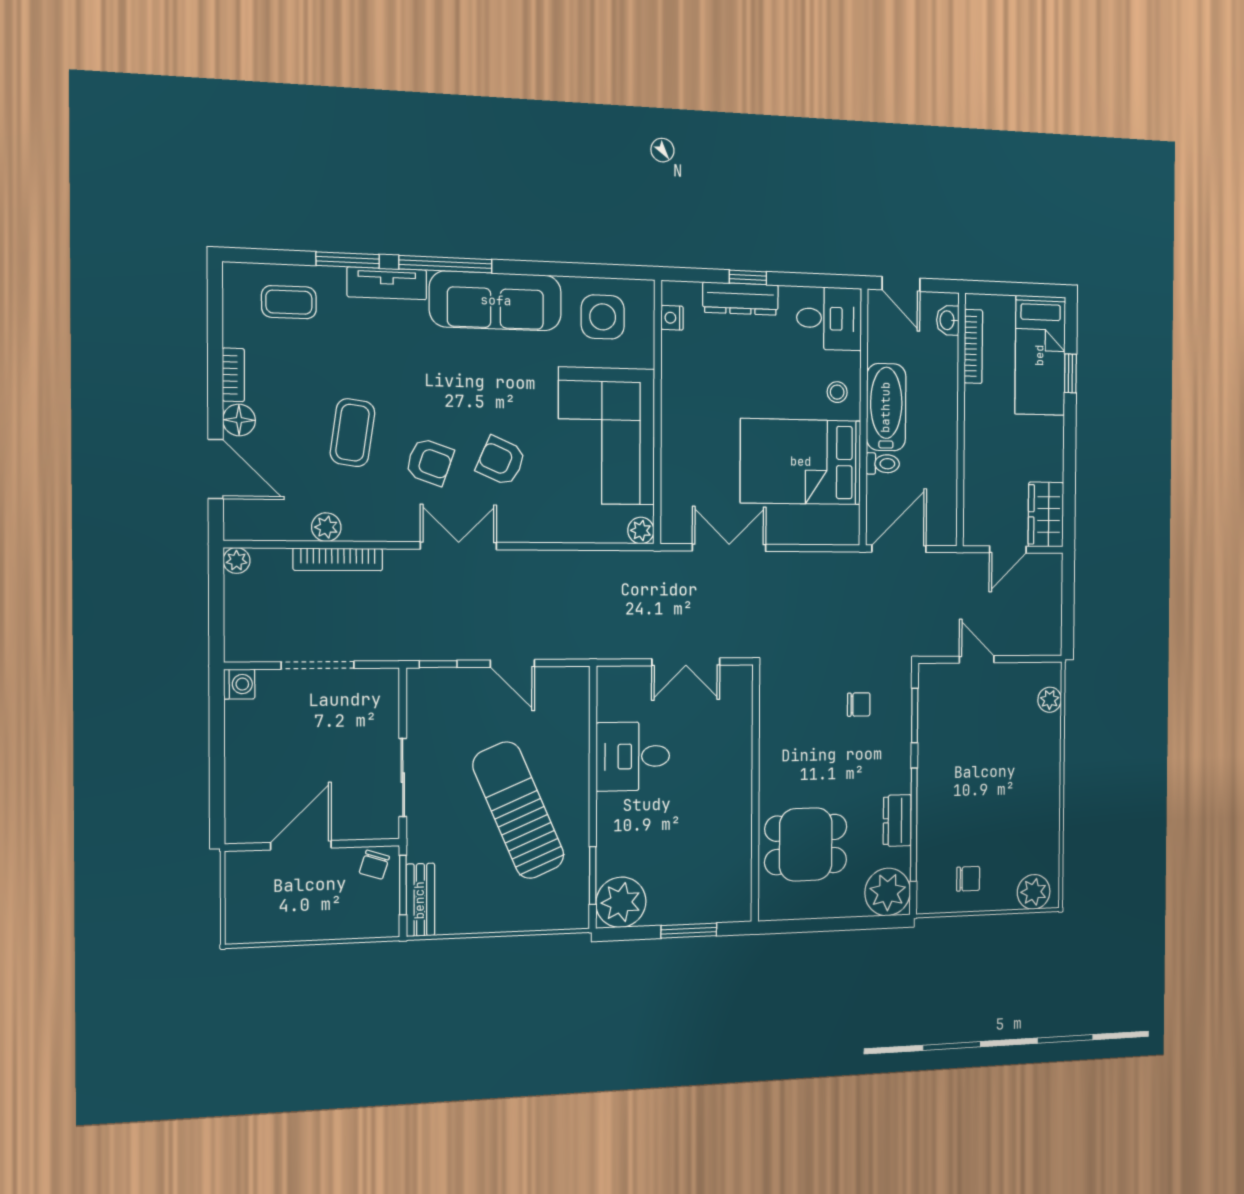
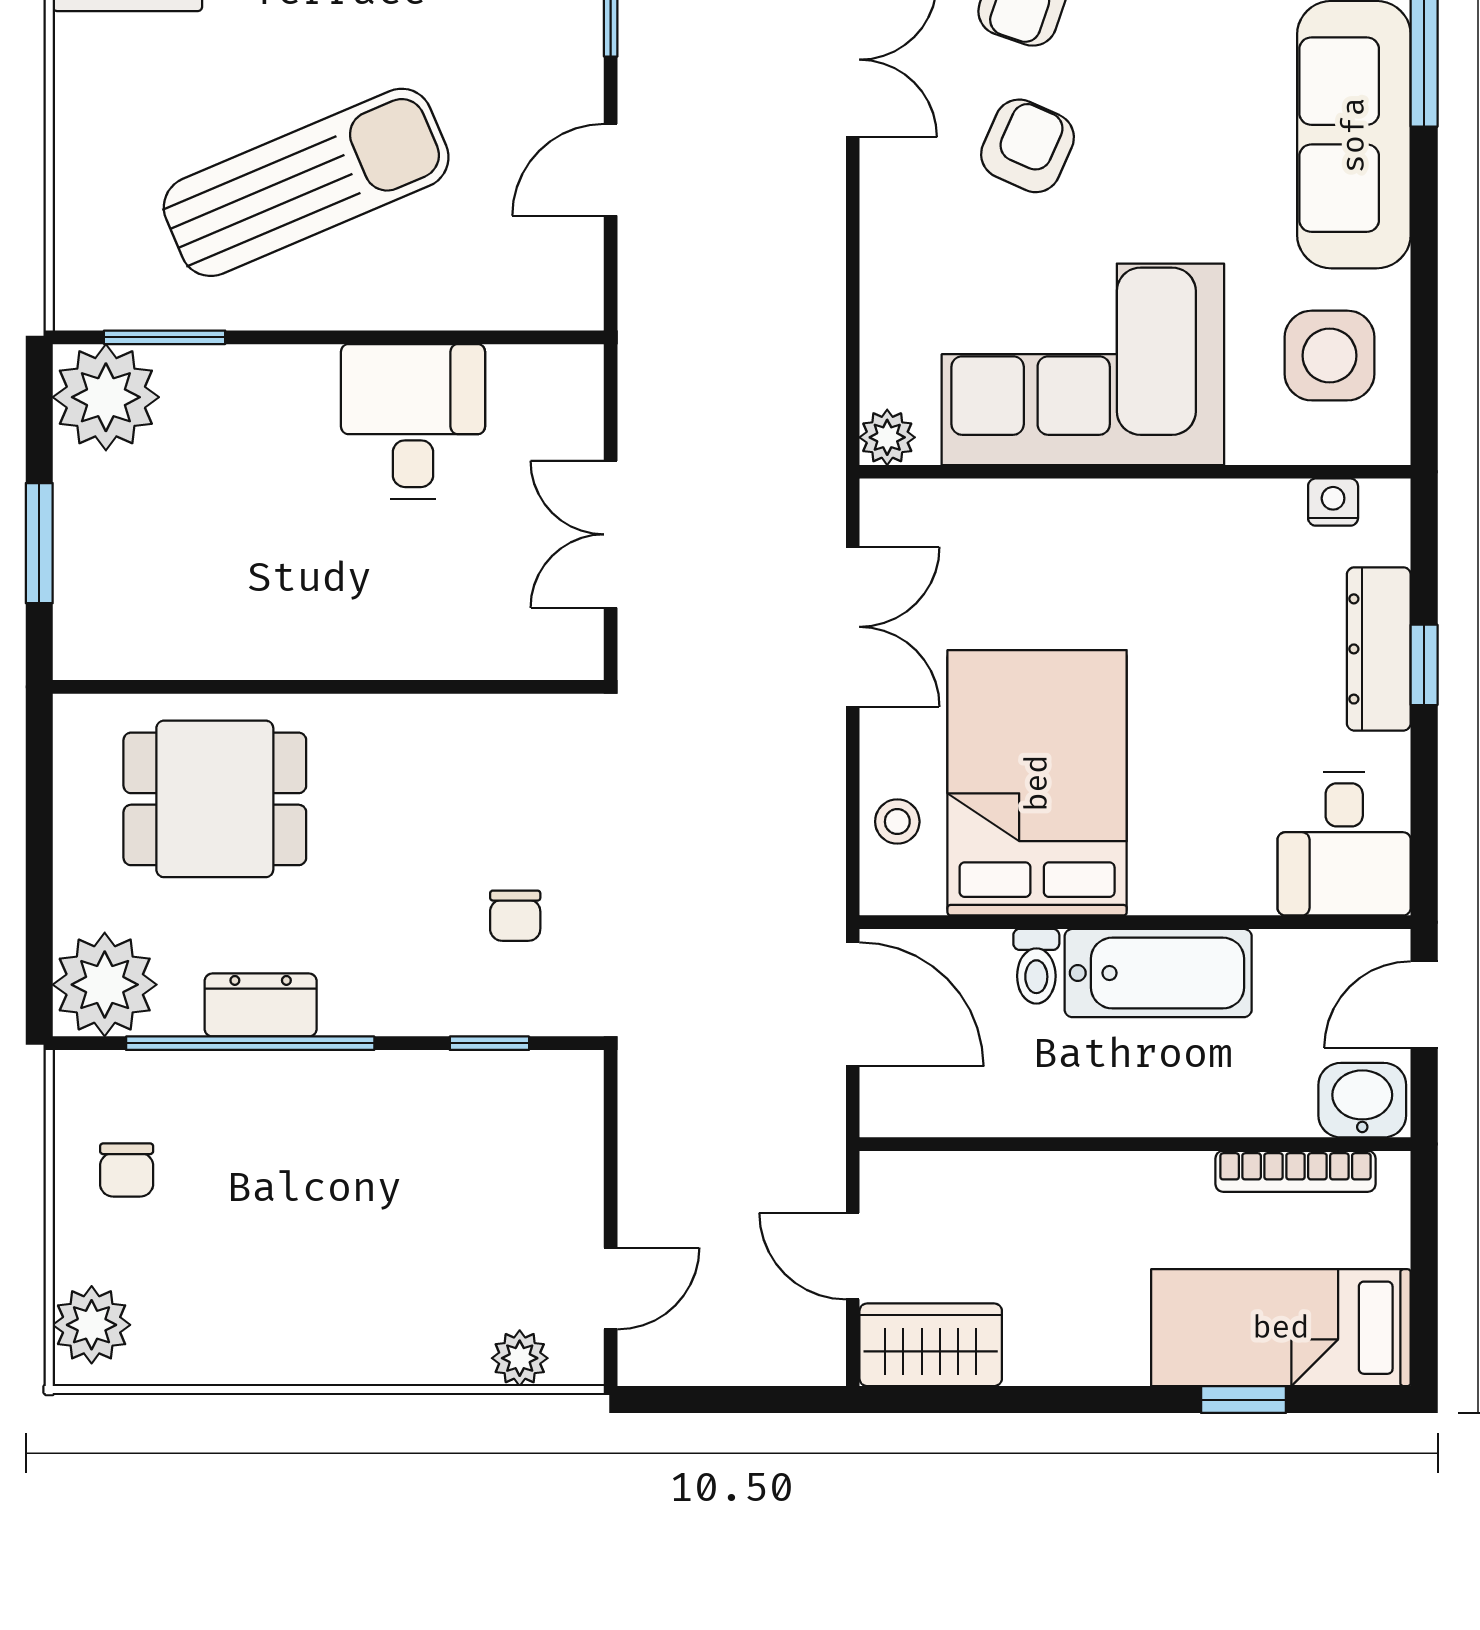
washbasin: (948, 320) -> (1362, 1100), width x1.38, depth x1.45
stool: (837, 392) -> (897, 822), moved
door: (977, 659) -> (611, 1289), moved
window: (915, 716) -> (489, 1043), width x0.67
dining table: (806, 844) -> (215, 799), turned 90

